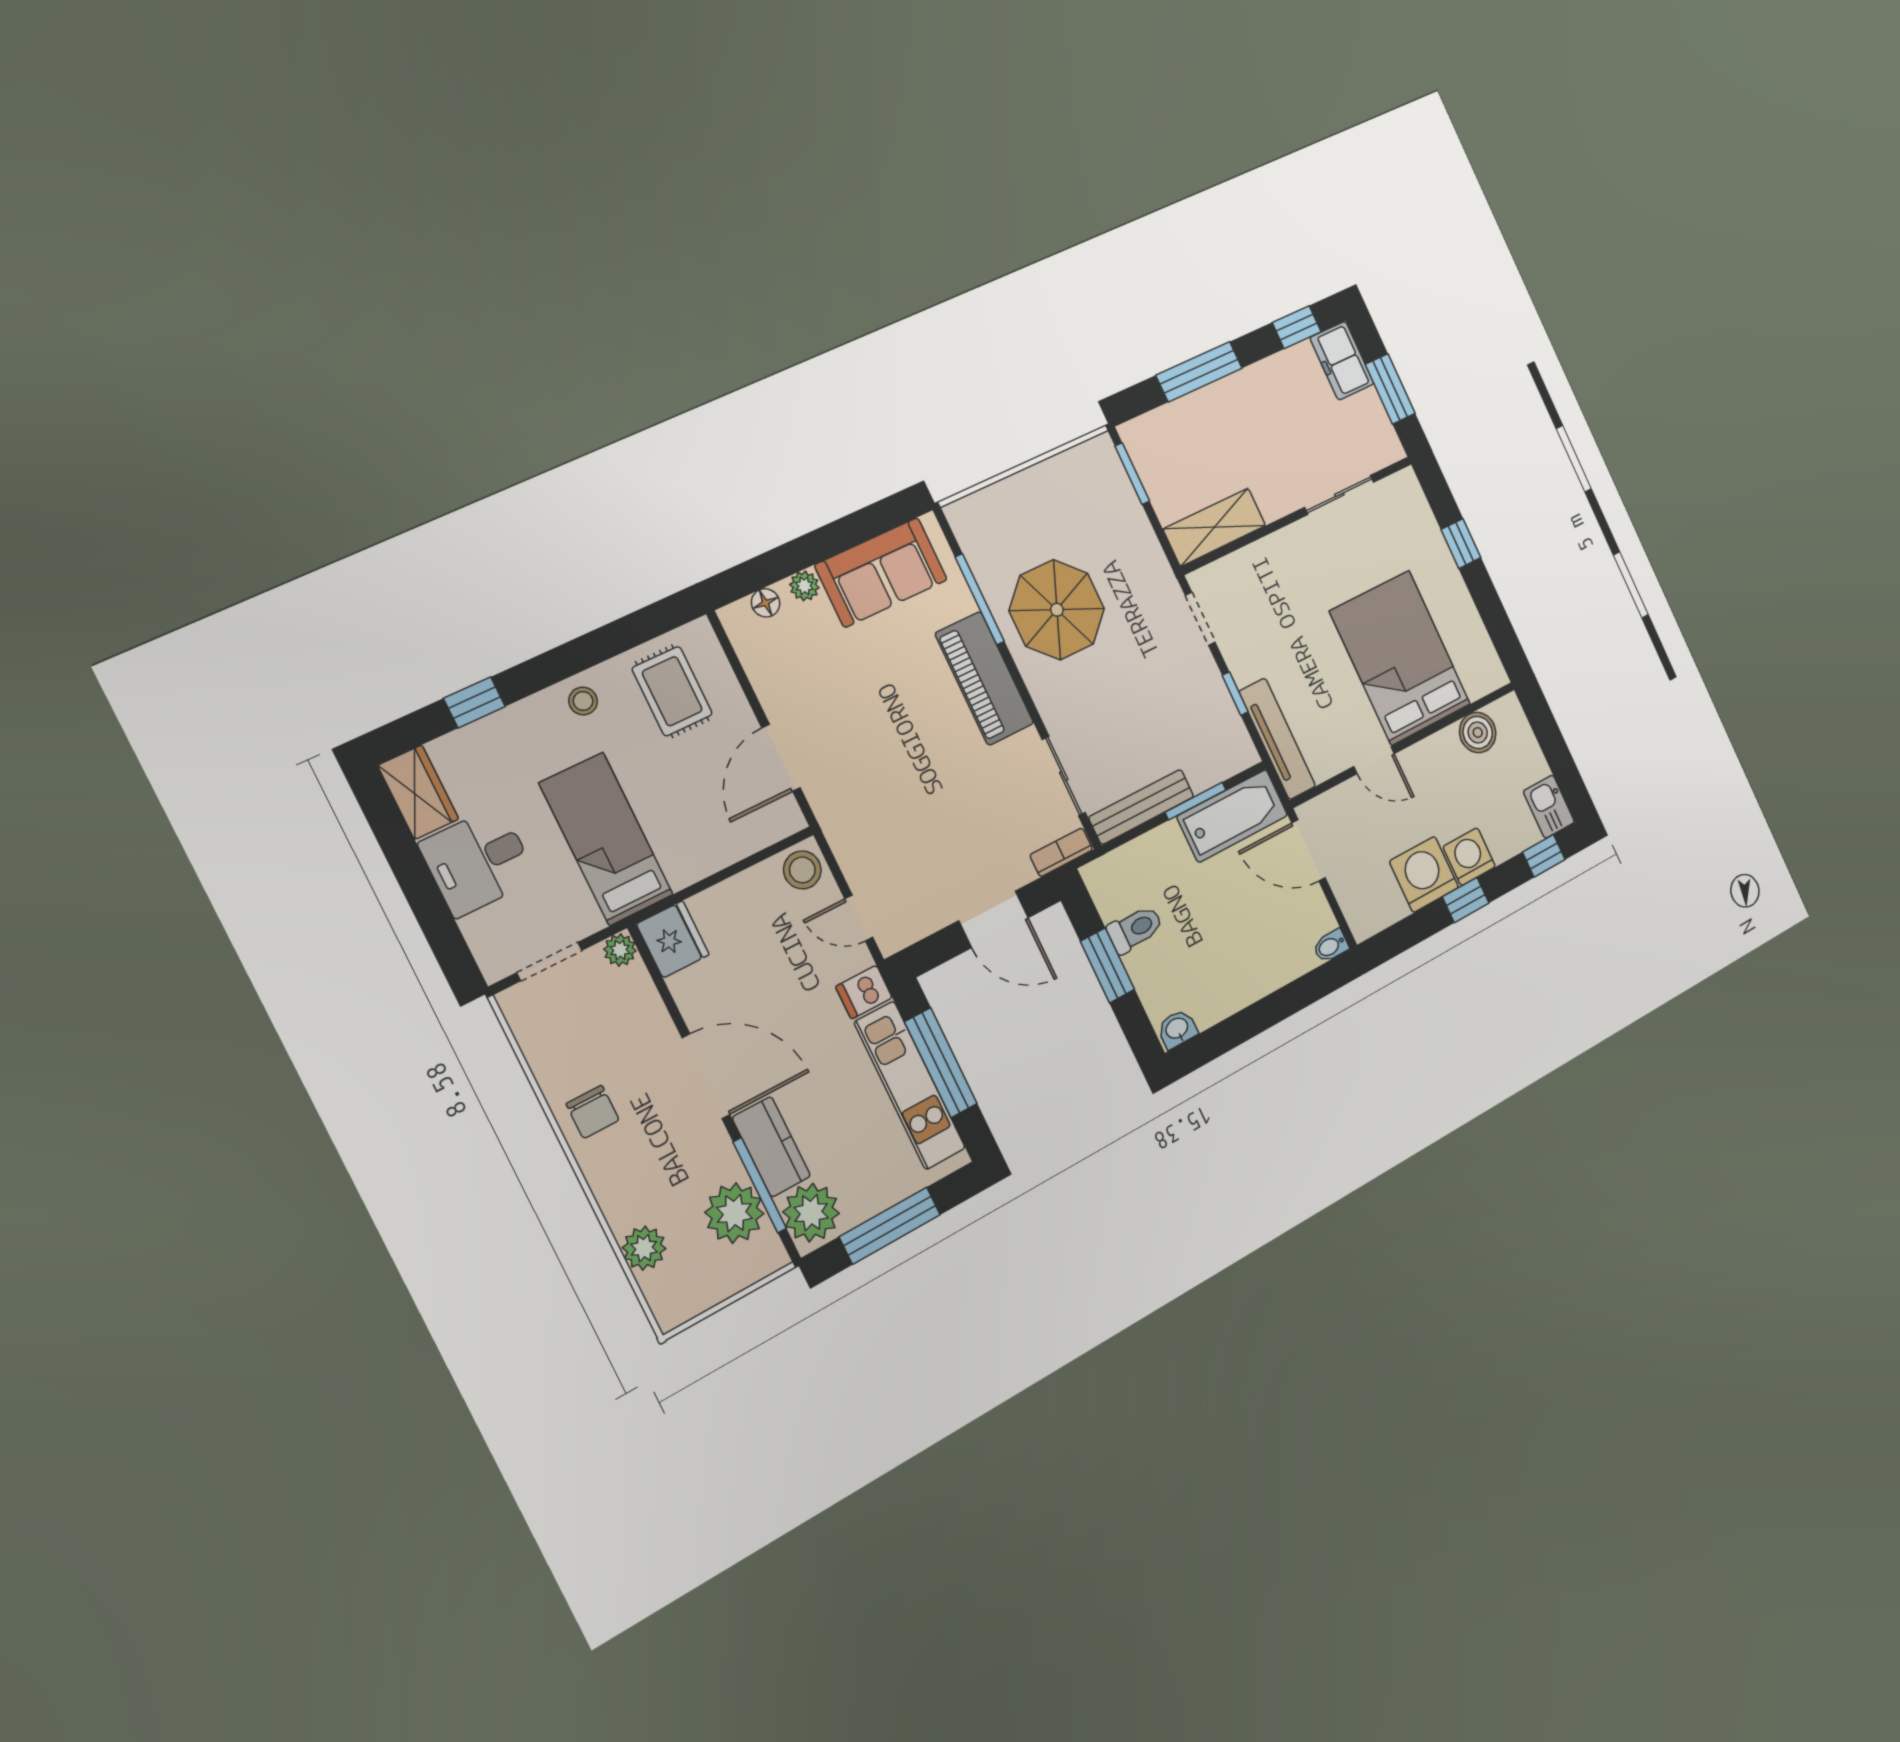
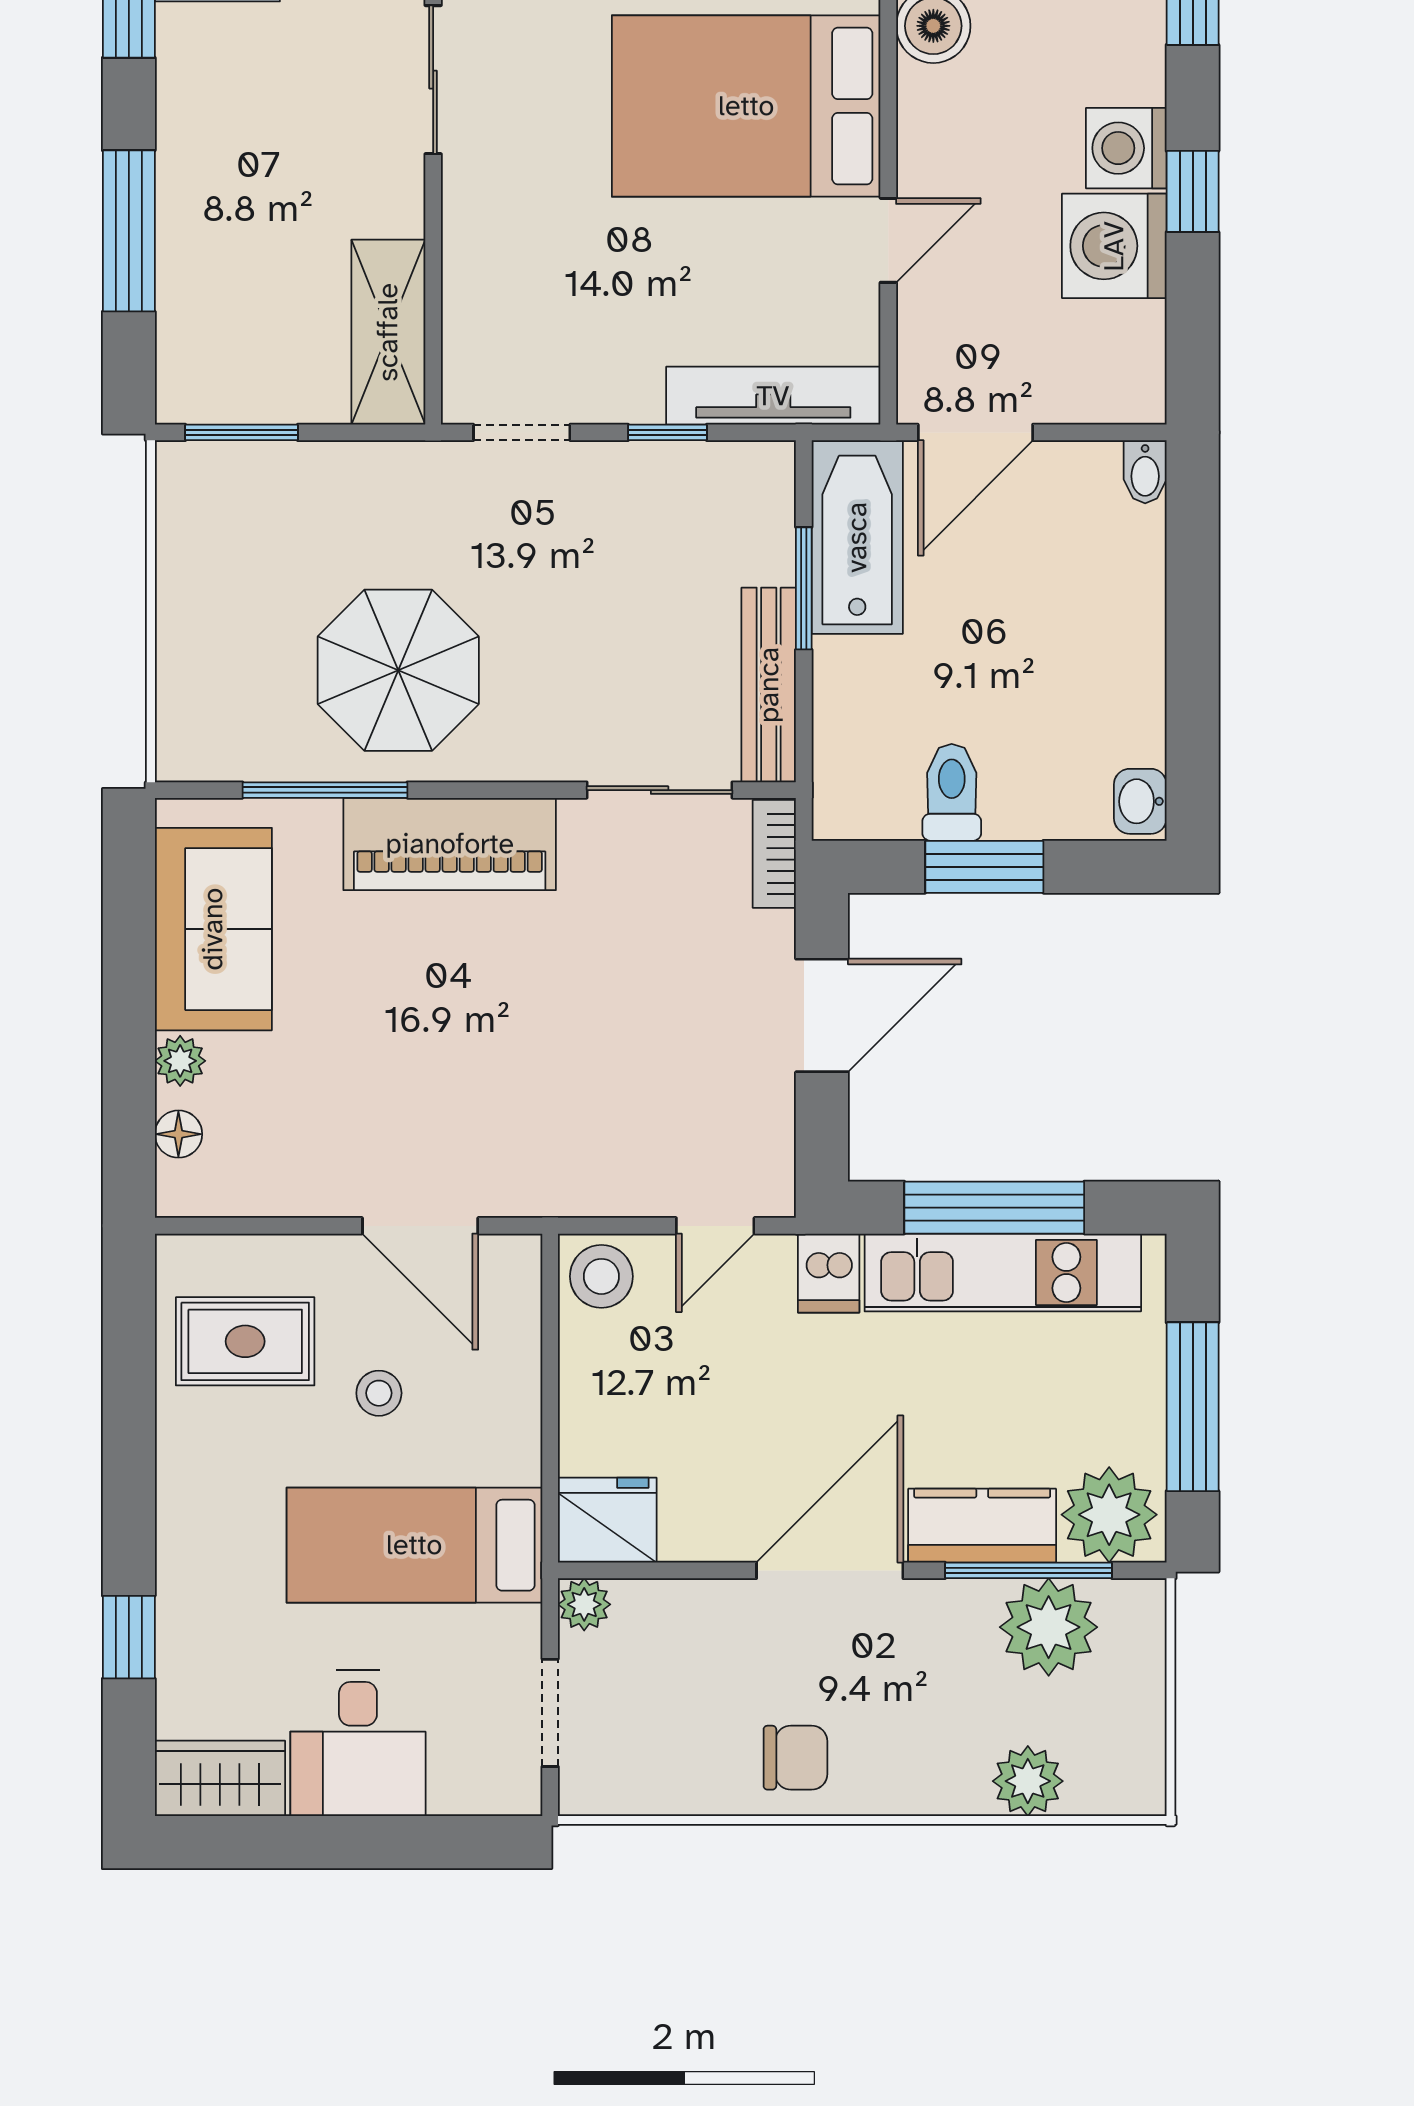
stool: (583, 701) -> (379, 1393), moved

